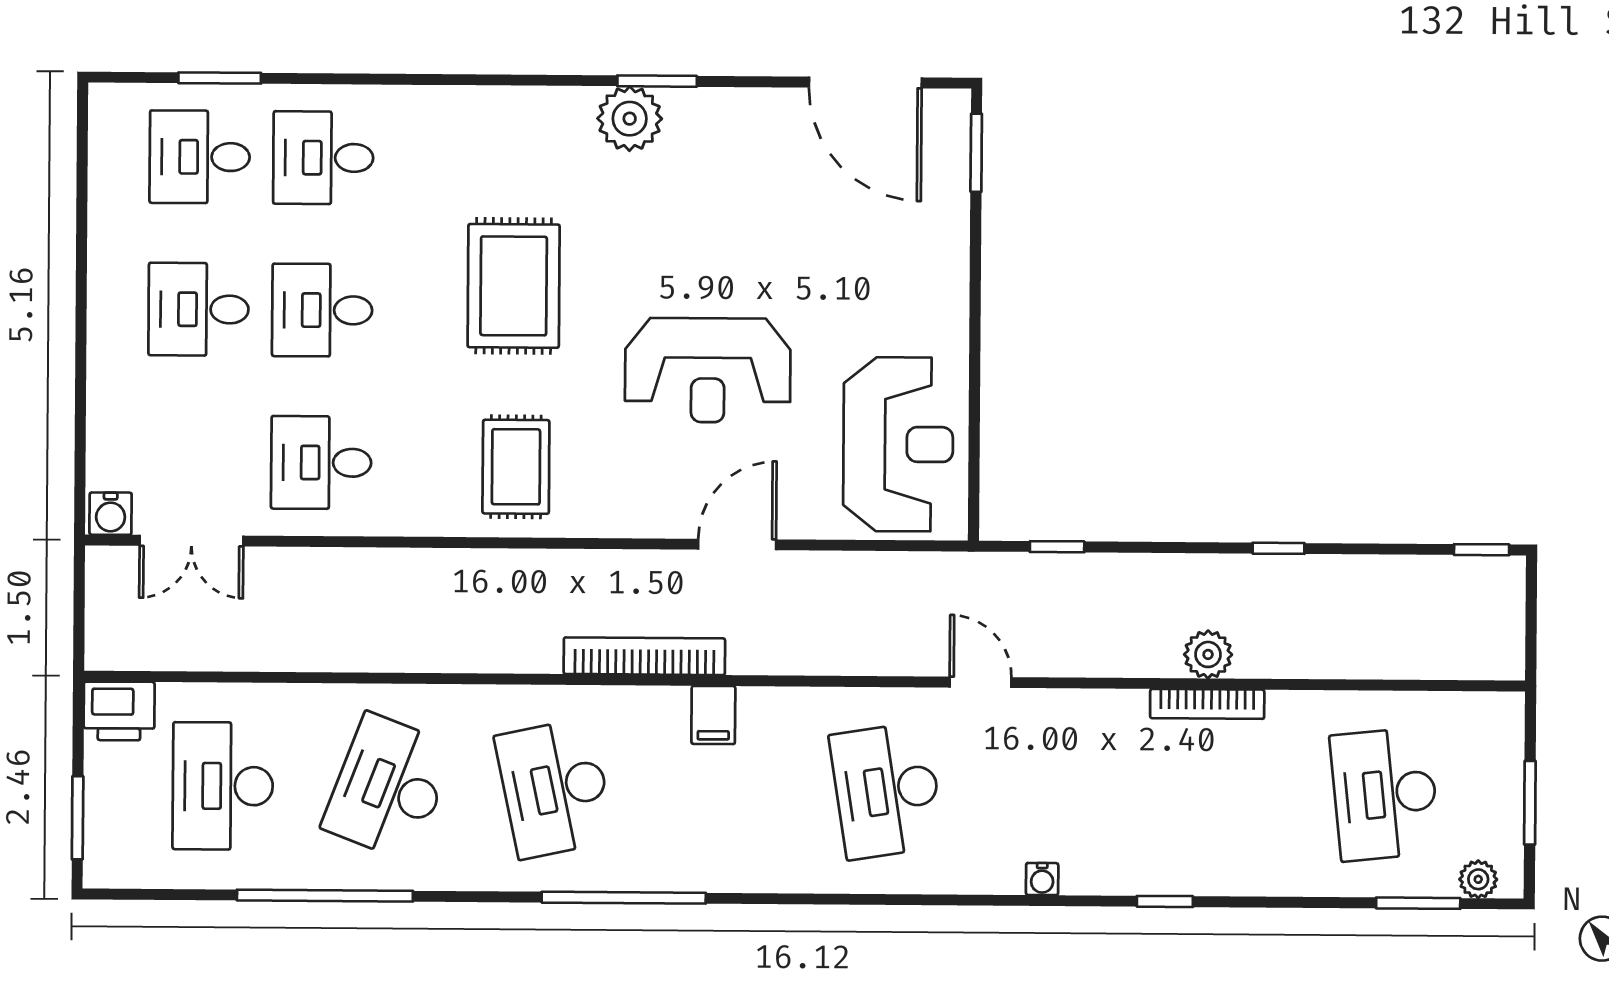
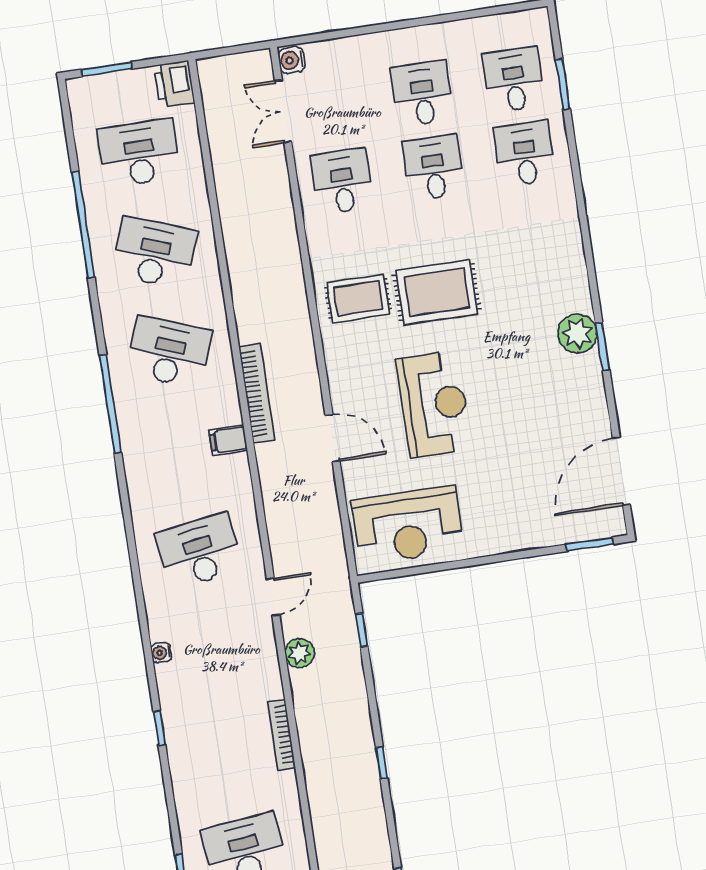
rug: (514, 286) -> (437, 292), moved
reception desk: (708, 370) -> (434, 404), turned 180
plant: (1208, 654) -> (300, 653), moved
desk: (555, 788) -> (169, 352), turned 33

